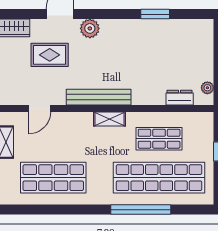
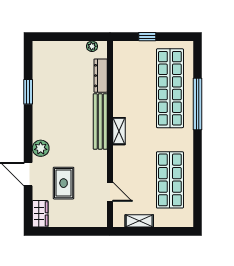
bench: (99, 97) -> (100, 121), moved
dresser: (180, 98) -> (101, 76), width x1.44
shop shelf: (159, 139) -> (136, 88), removed

